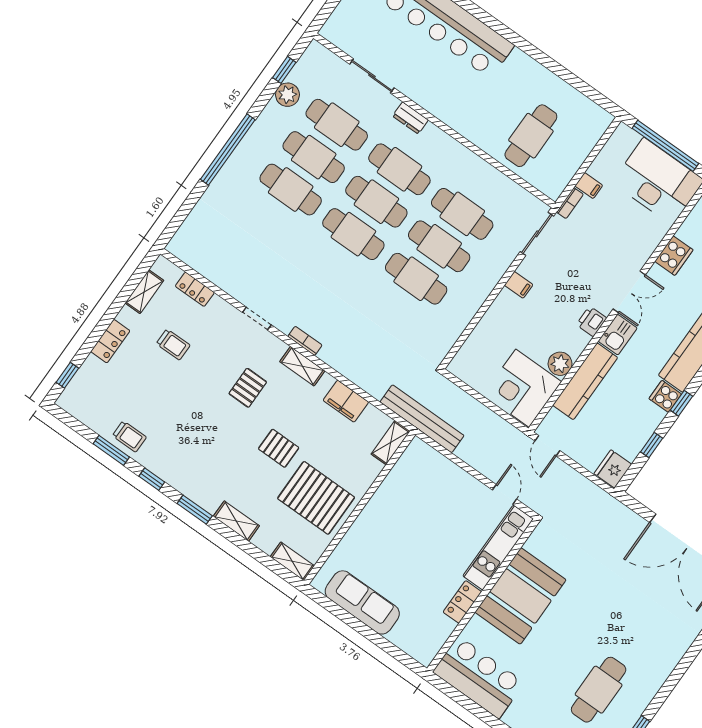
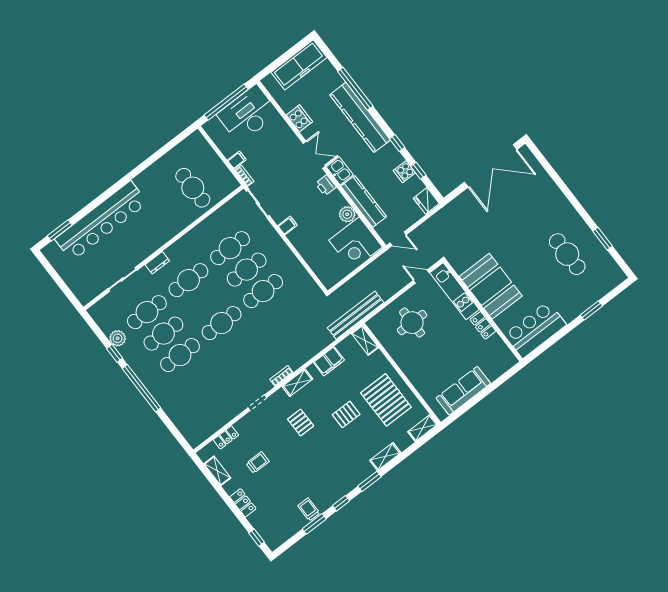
window: (284, 70) -> (115, 353), moved
cafe table: (376, 202) -> (205, 302), removed
cooker: (665, 396) -> (404, 172), moved
trolley: (129, 436) -> (309, 509), turned -90
pallet: (316, 498) -> (386, 400), turned 90
round table: (436, 501) -> (412, 323), added

